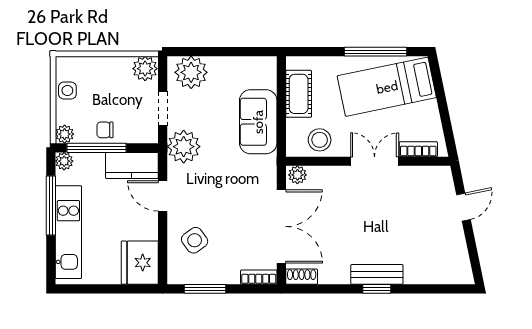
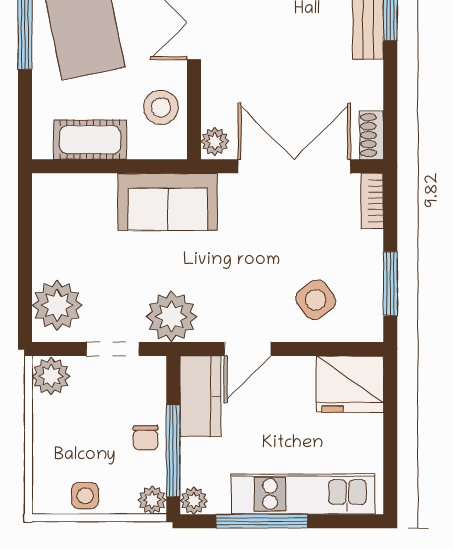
sofa: (258, 122) -> (168, 202), moved

